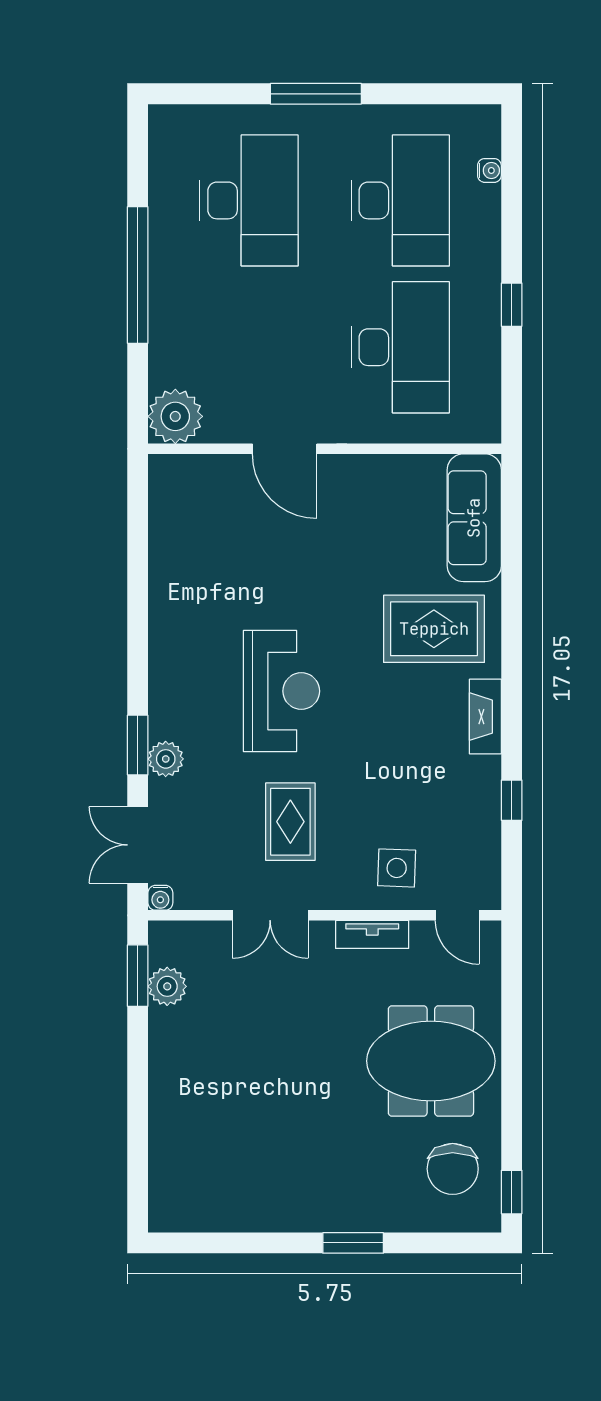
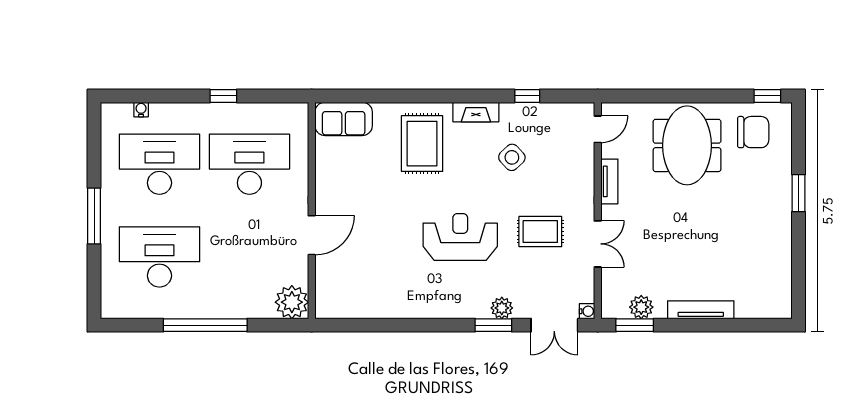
sofa: (474, 518) -> (344, 119), width x0.73
side table: (397, 868) -> (512, 157), moved, turned 45
tv unit: (163, 1083) -> (701, 310), added

